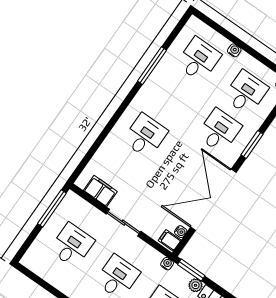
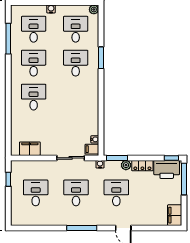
window: (152, 66) -> (8, 39), moved
desk: (172, 98) -> (34, 63), added
double door: (213, 200) -> (101, 107), removed
window: (52, 208) -> (8, 179), width x0.46
sliding door: (124, 223) -> (71, 158), moved

